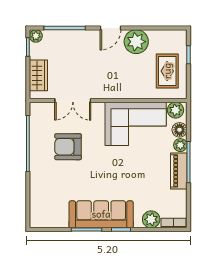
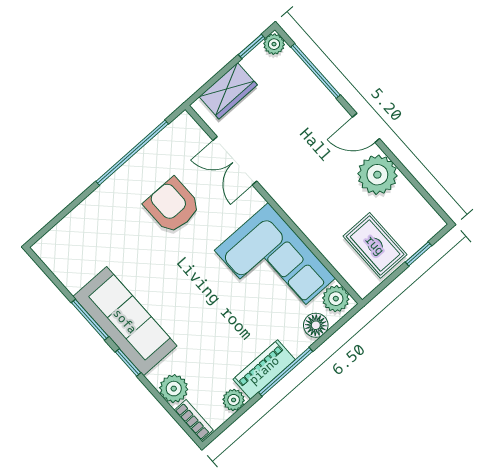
rug: (167, 71) -> (375, 245), turned 90
plant: (180, 145) -> (234, 400), moved

